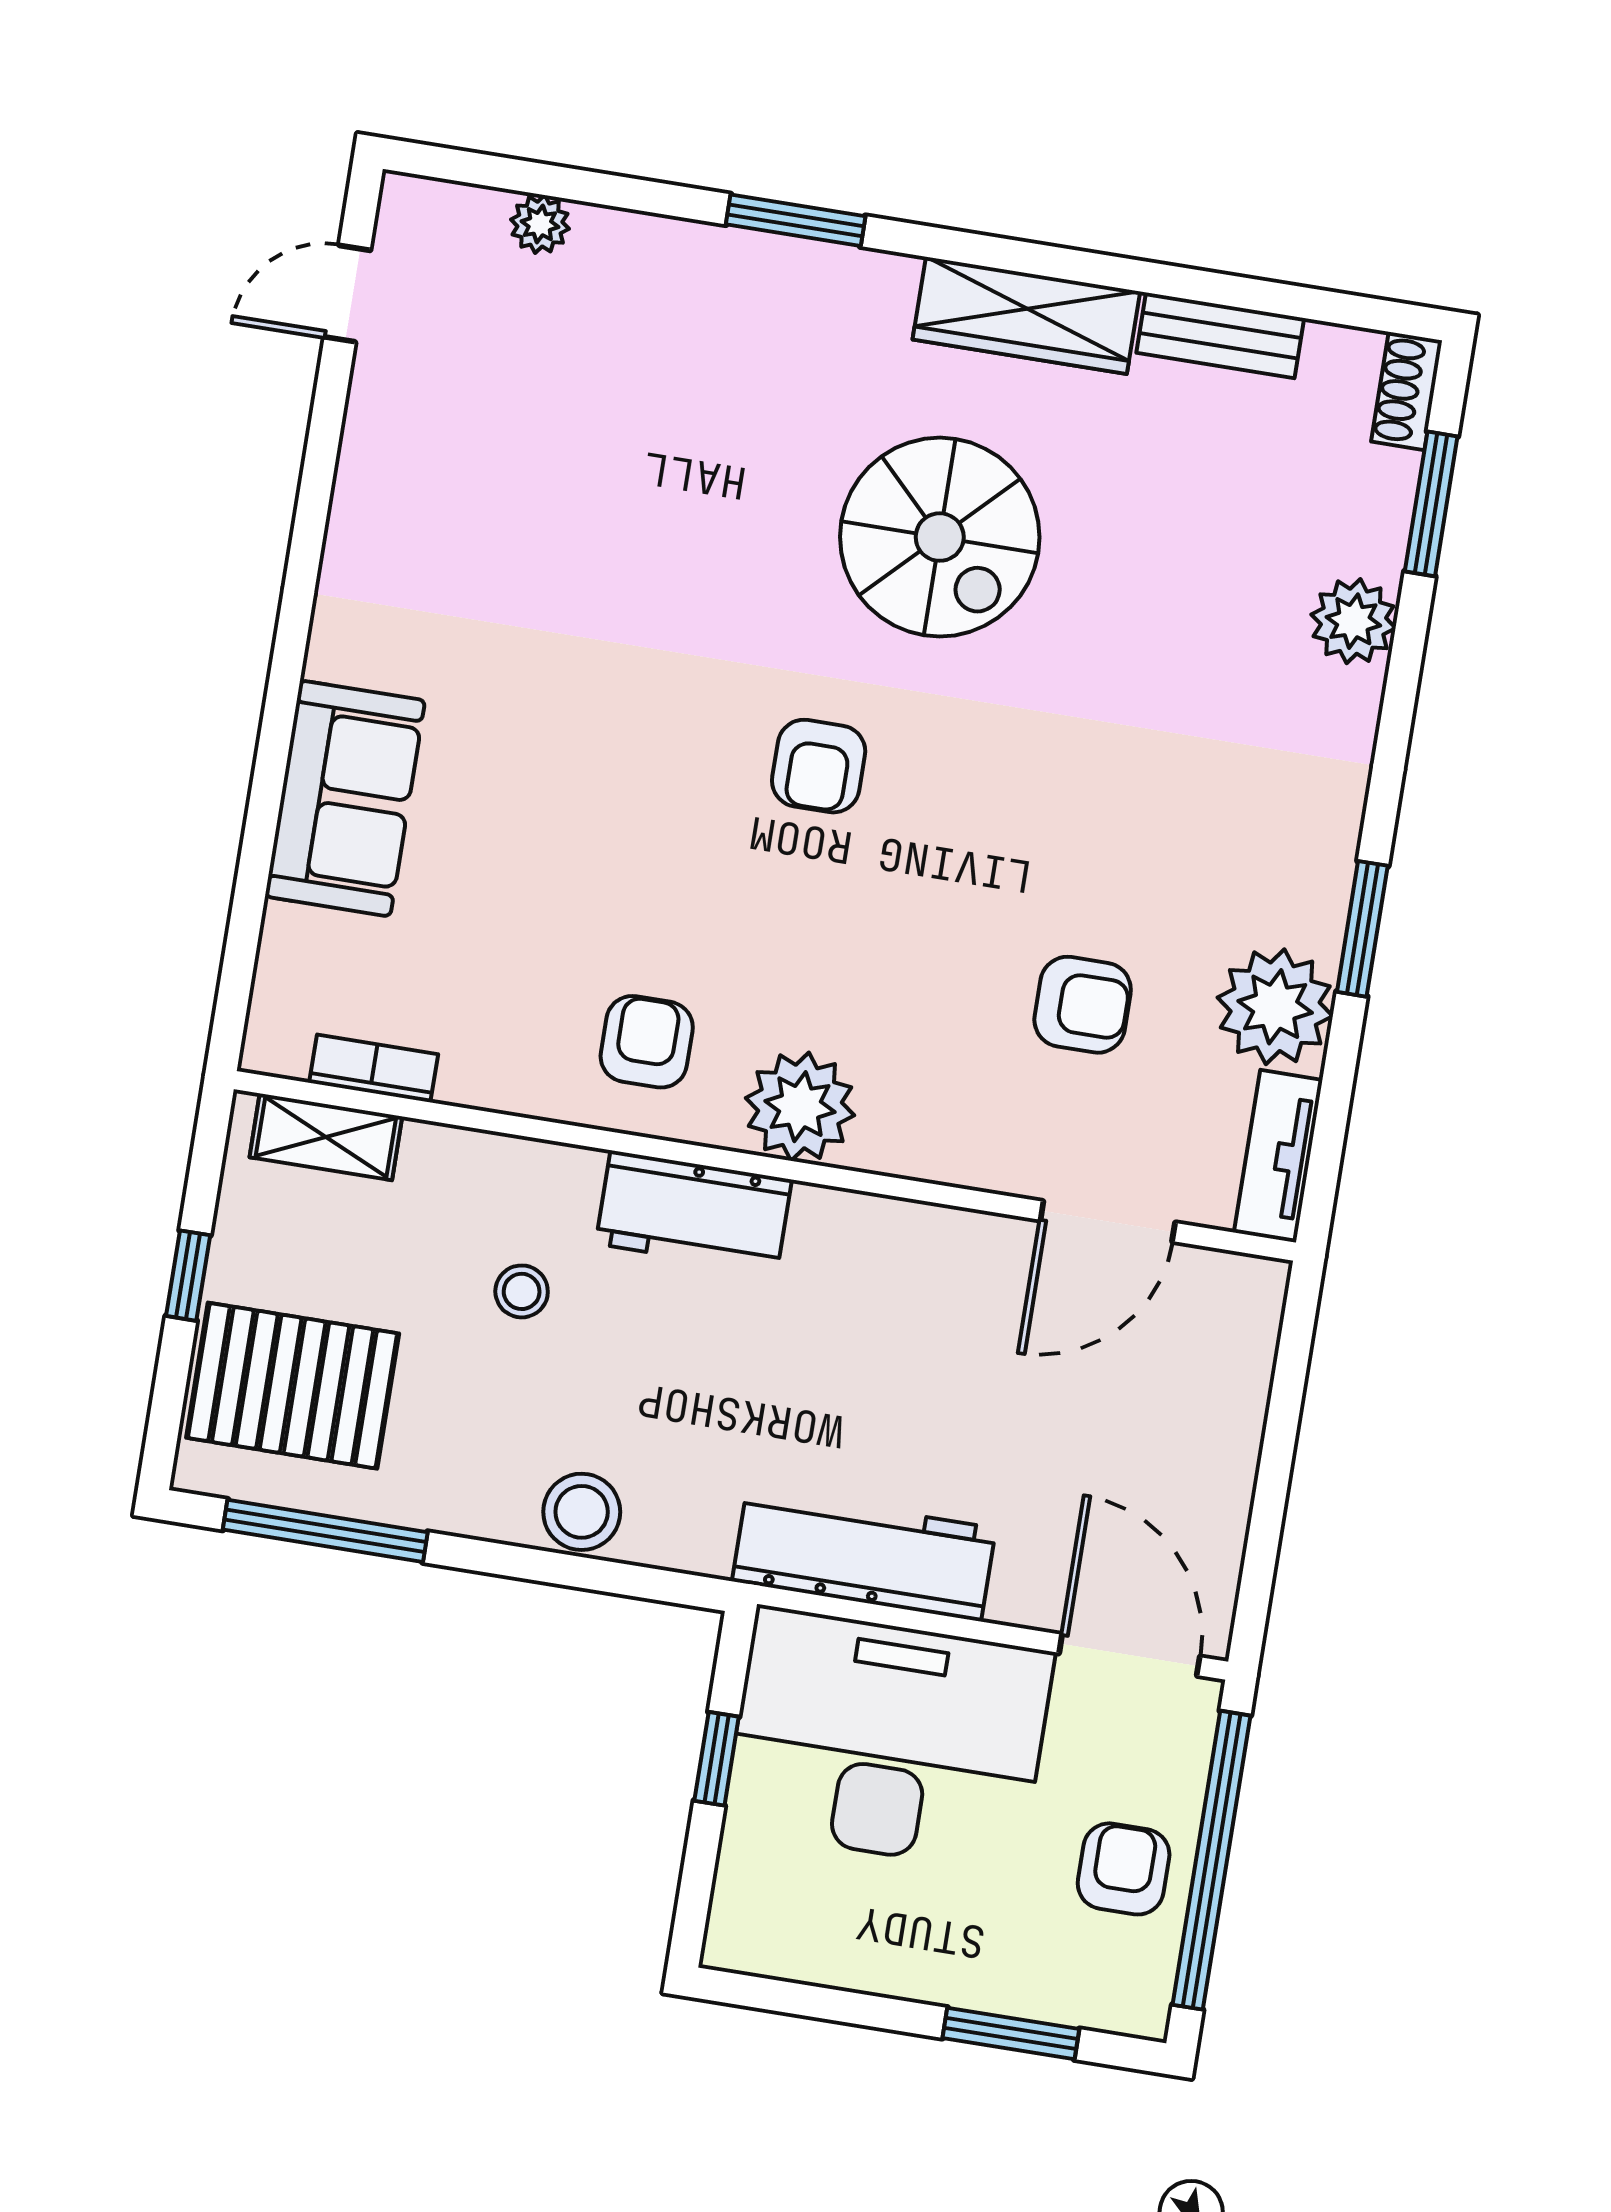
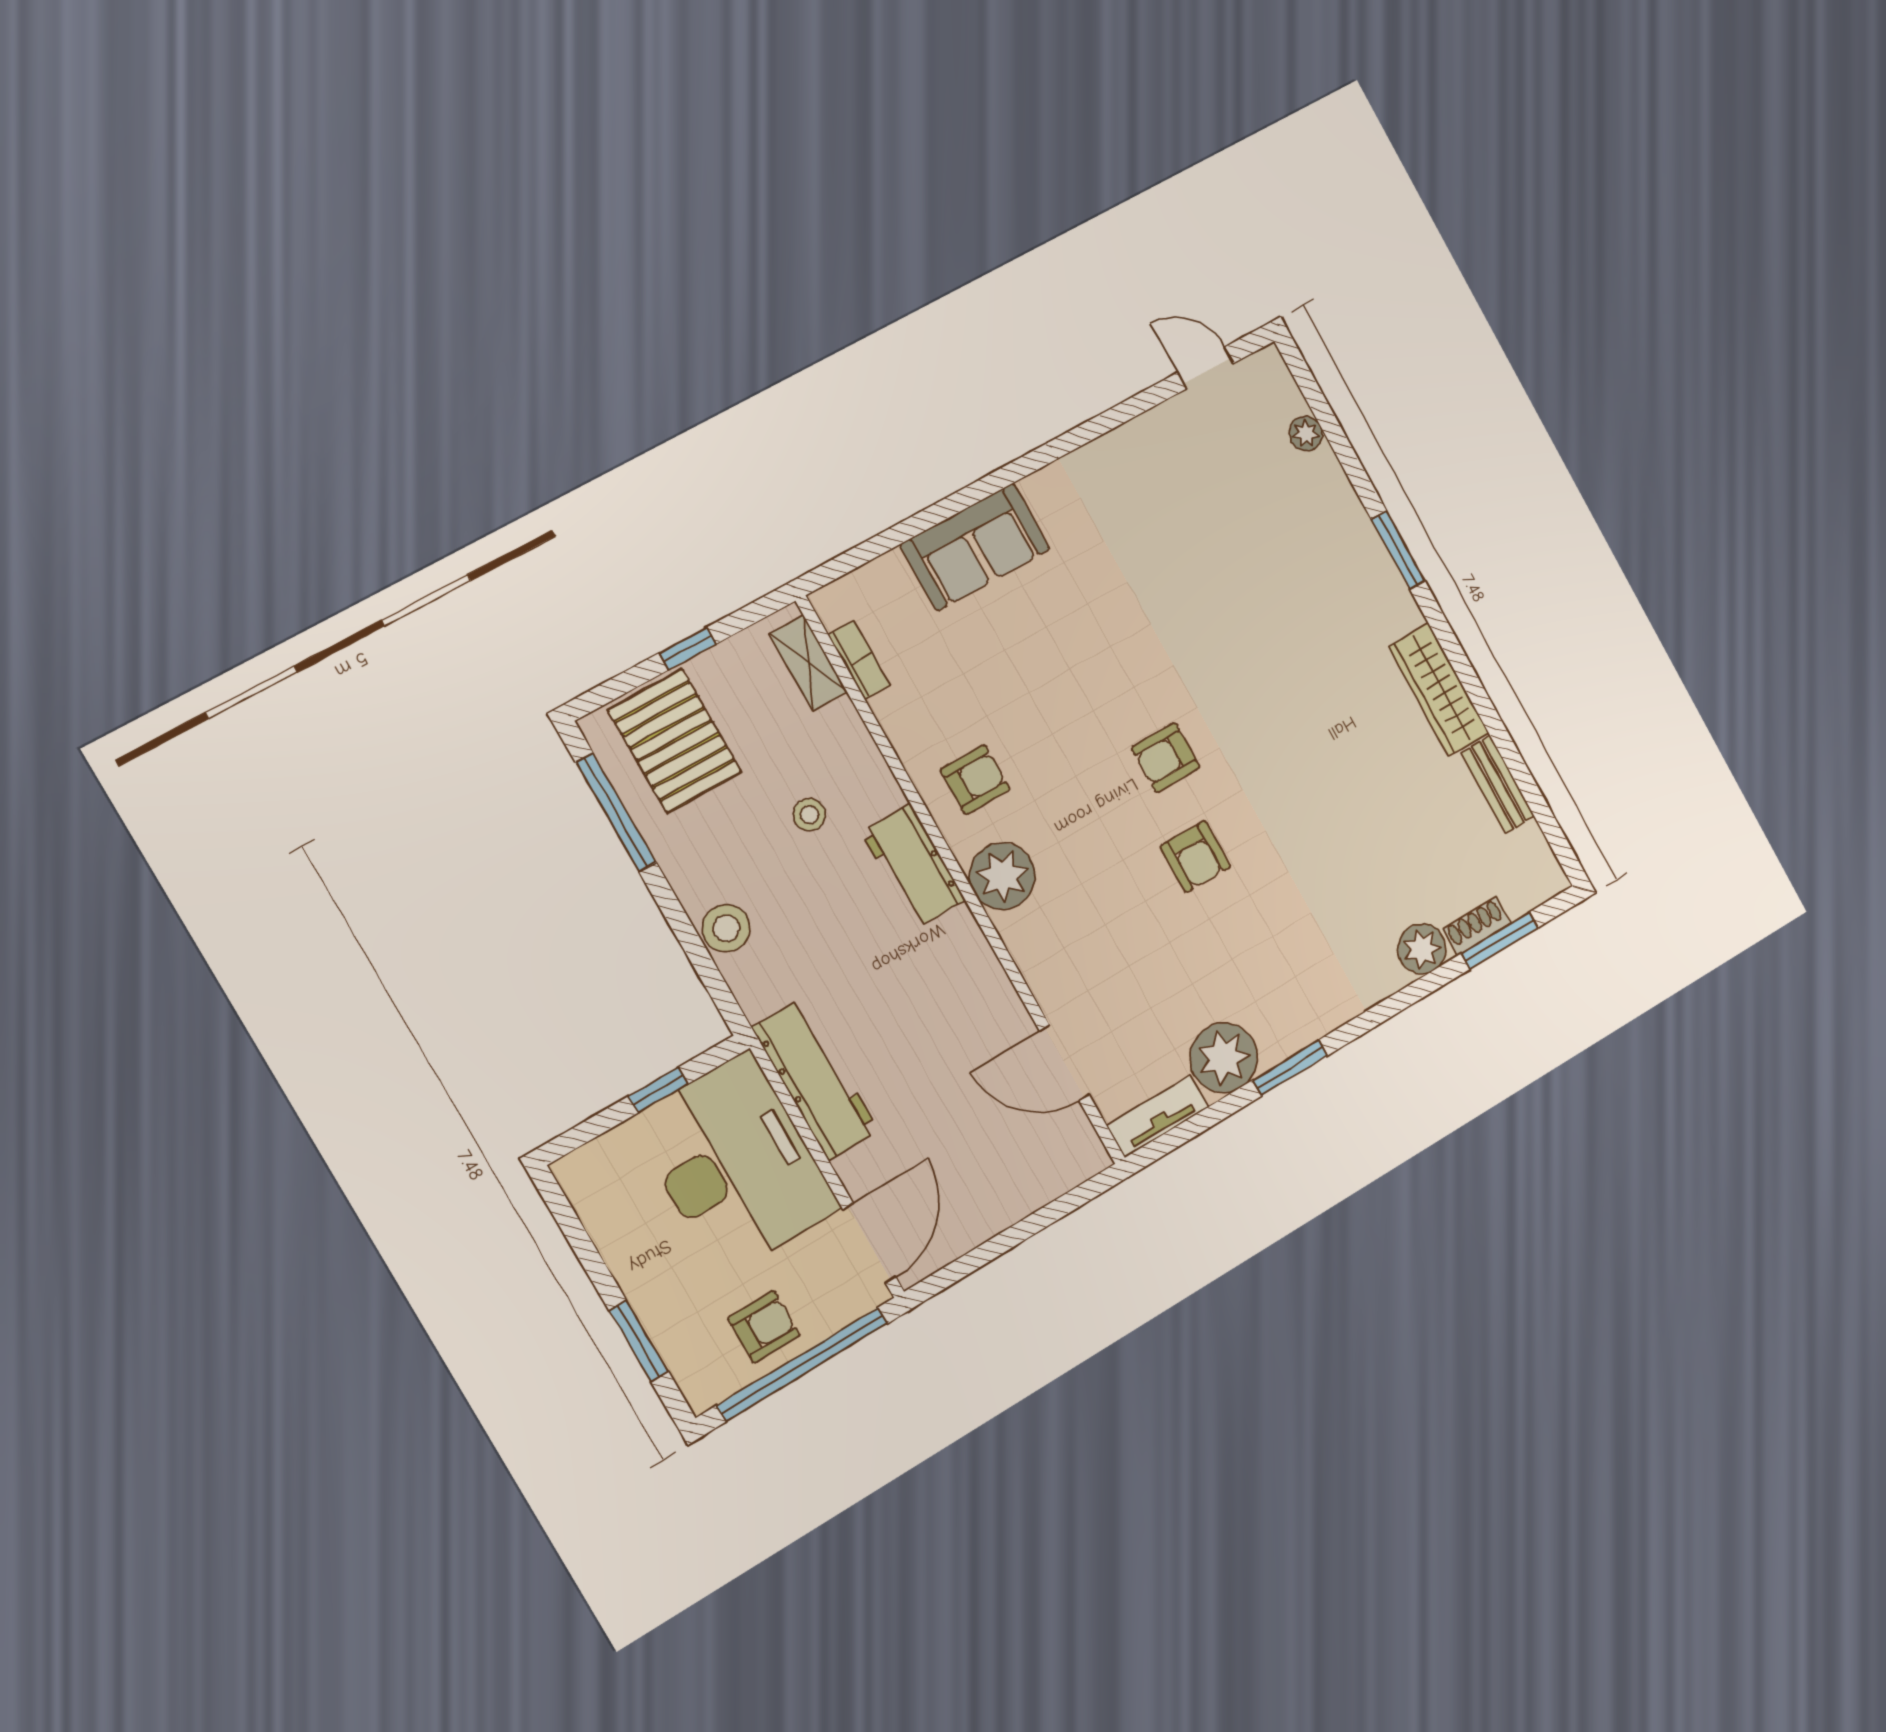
shoe rack: (1407, 391) -> (1477, 926), moved
spiral stairs: (940, 537) -> (1311, 730), removed
armchair: (1083, 1005) -> (1195, 857), moved

